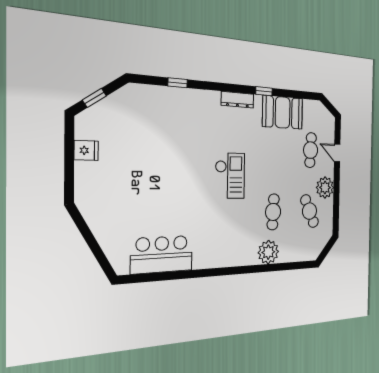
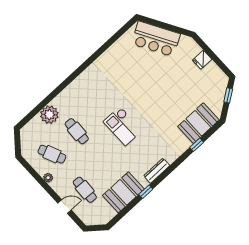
booth: (155, 102) -> (198, 123), added
fridge: (86, 150) -> (202, 60), moved
plant: (325, 187) -> (48, 178), width x0.53, depth x0.53
plant: (268, 252) -> (49, 115), moved
bar counter: (162, 255) -> (156, 39), moved, turned 60

